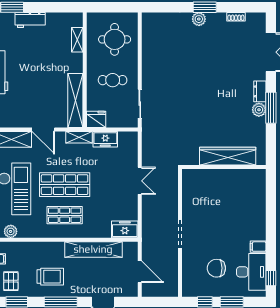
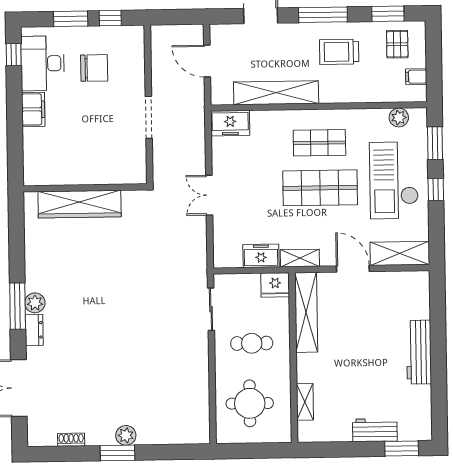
wardrobe: (228, 156) -> (80, 204), moved
wall: (224, 167) -> (85, 188), moved
filing cabinet: (258, 247) -> (33, 109), width x2.00

